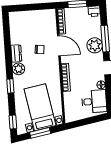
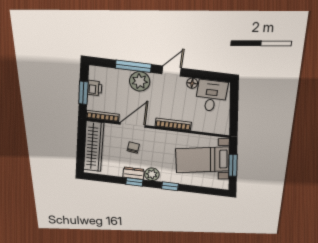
printer: (94, 11) -> (95, 88), moved
wardrobe: (34, 17) -> (94, 147), added
window: (13, 122) -> (134, 182), moved

